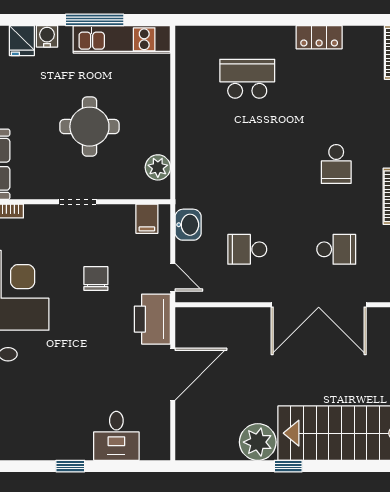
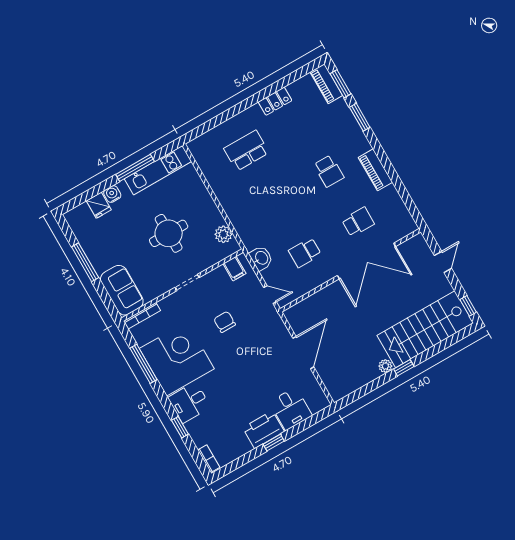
printer: (152, 319) -> (263, 430), moved, turned 90
plant: (258, 442) -> (385, 366), width x0.53, depth x0.53

